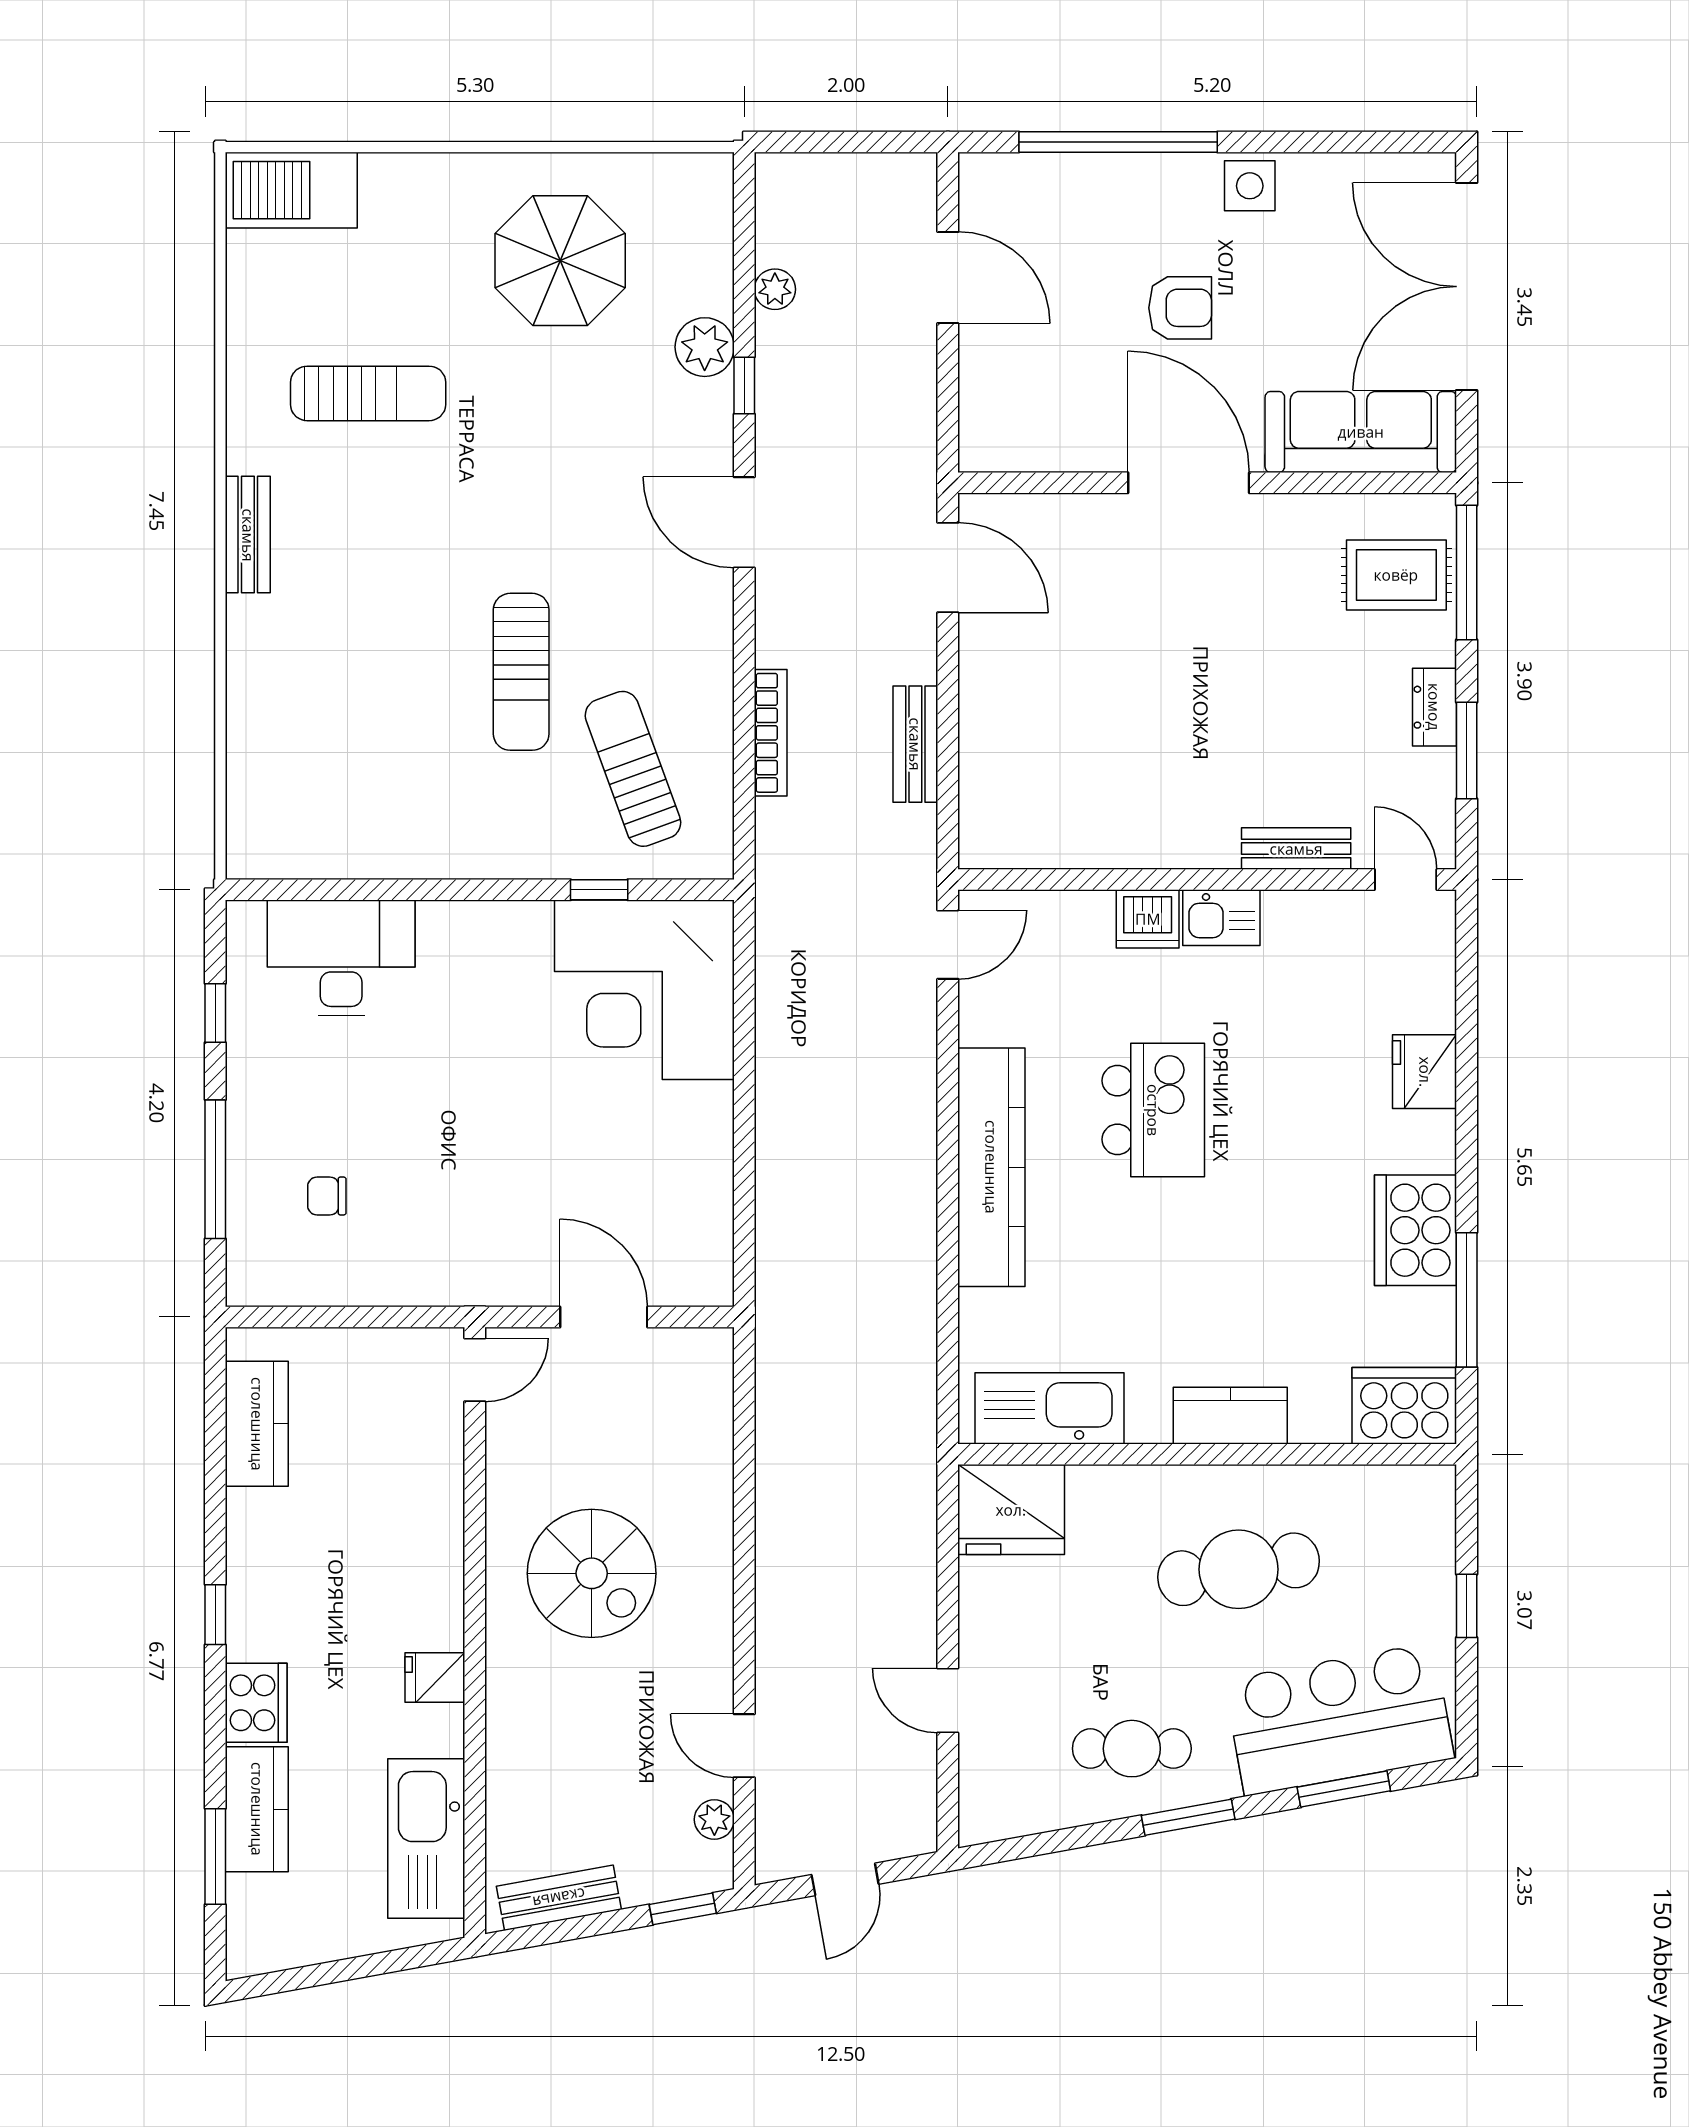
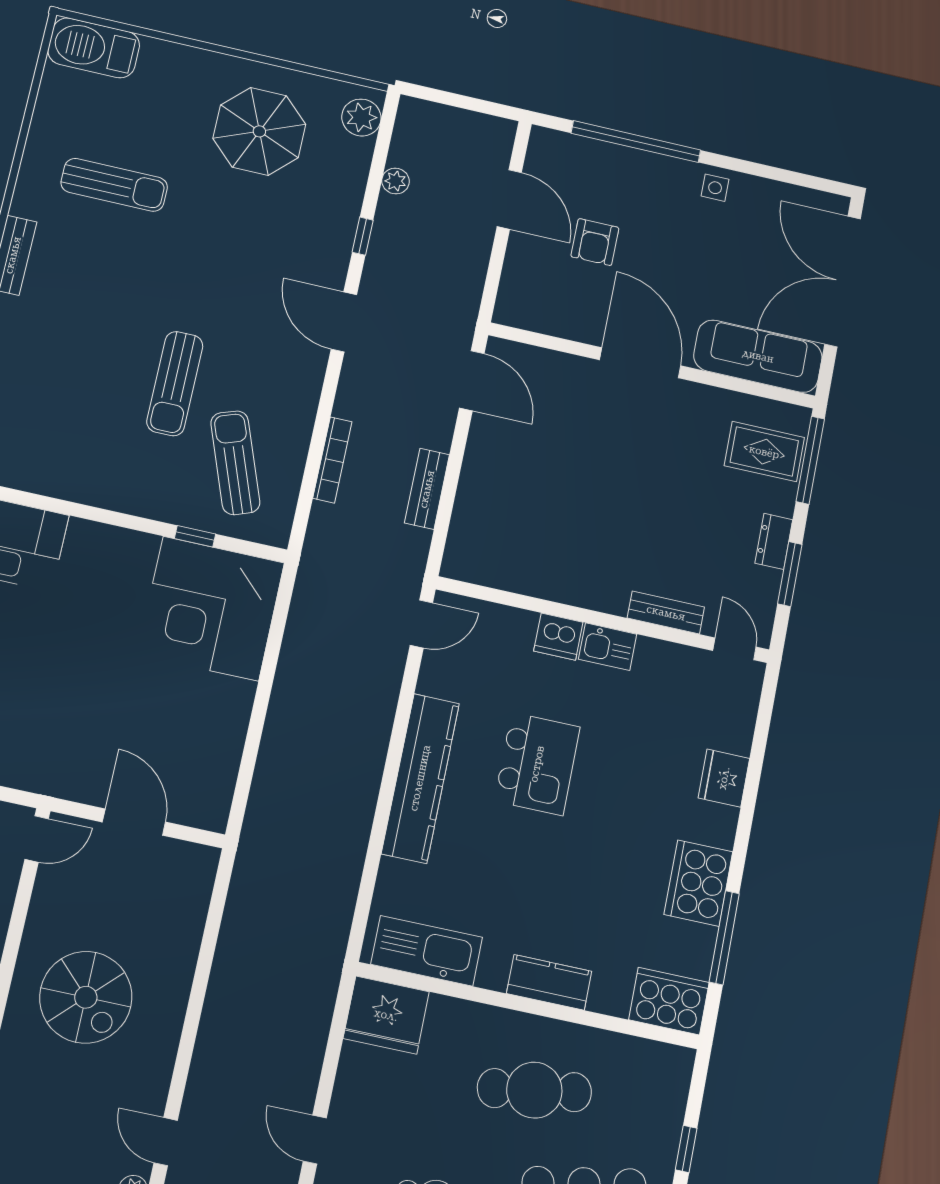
side table: (1250, 186) -> (715, 188), width x0.73, depth x0.73
armchair: (1180, 308) -> (595, 242), moved, turned 90
plant: (705, 347) -> (361, 117), moved

